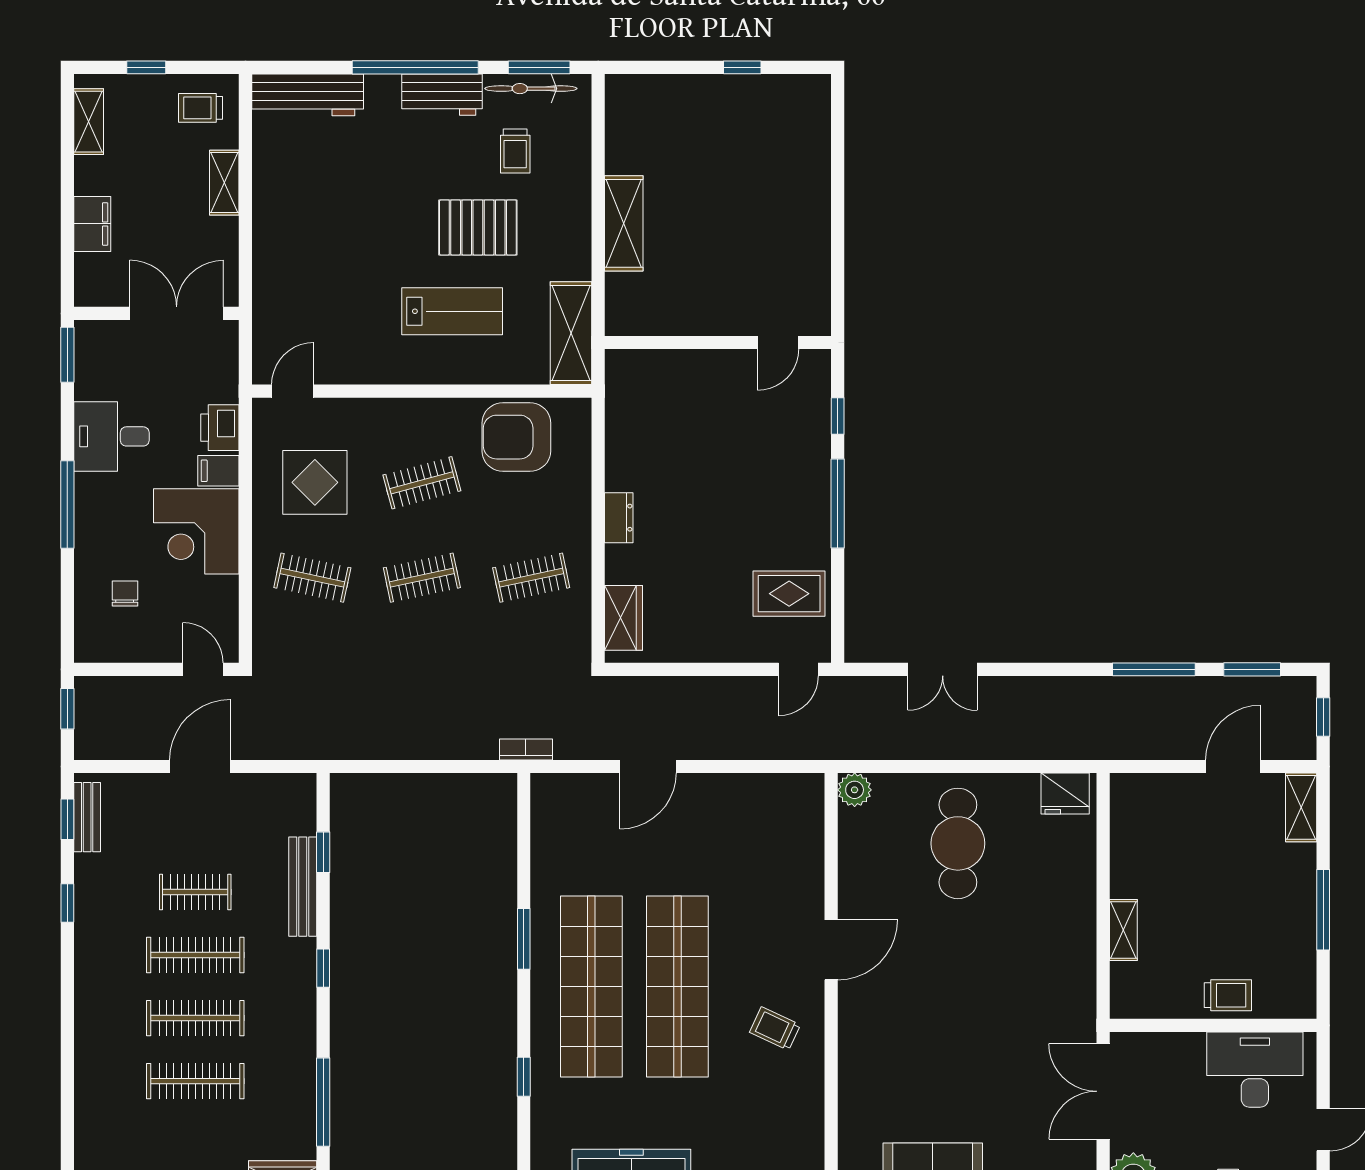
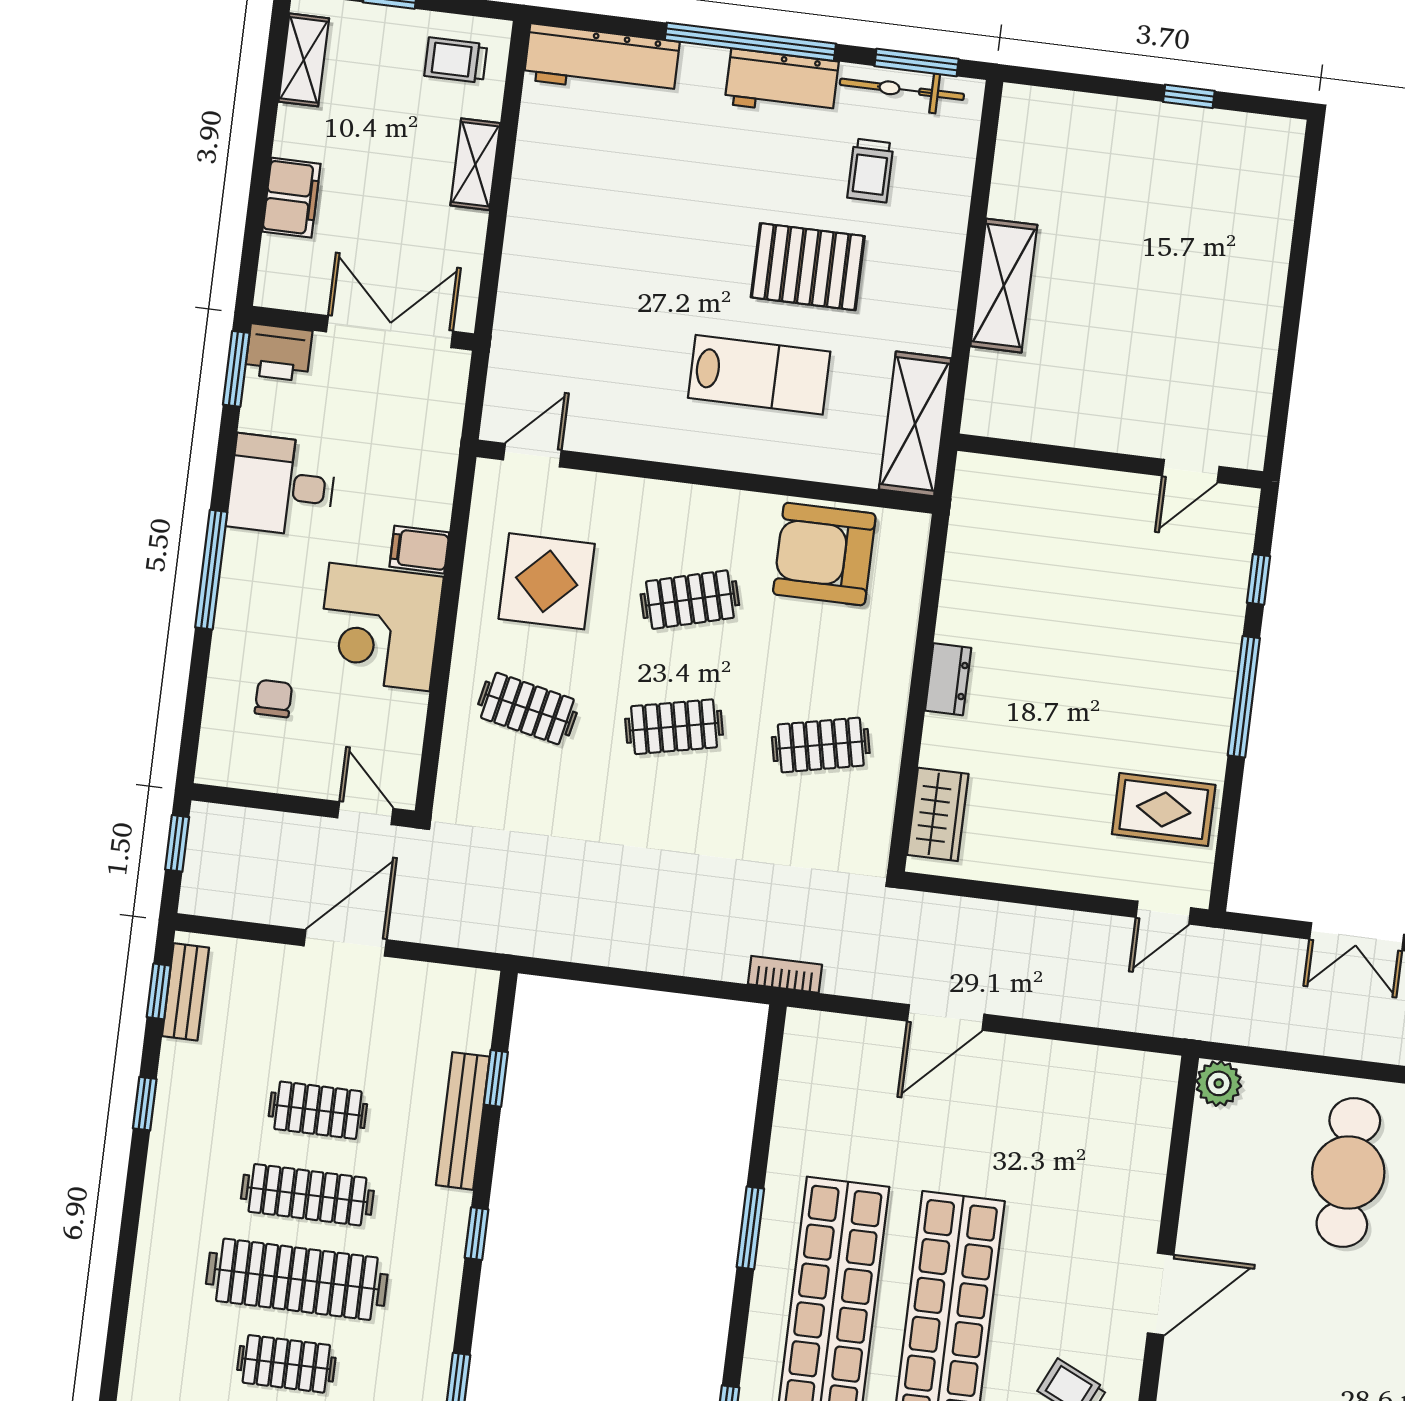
printer: (220, 428) -> (279, 353), moved, turned -90
clothes rail: (195, 1018) -> (297, 1279), width x1.37, depth x1.31
clothes rail: (195, 1081) -> (286, 1364), width x0.73

